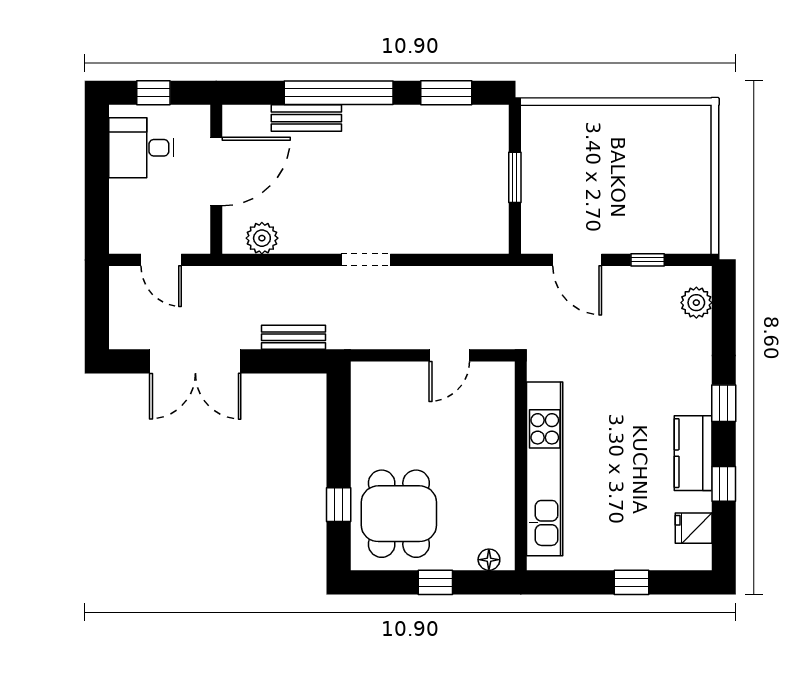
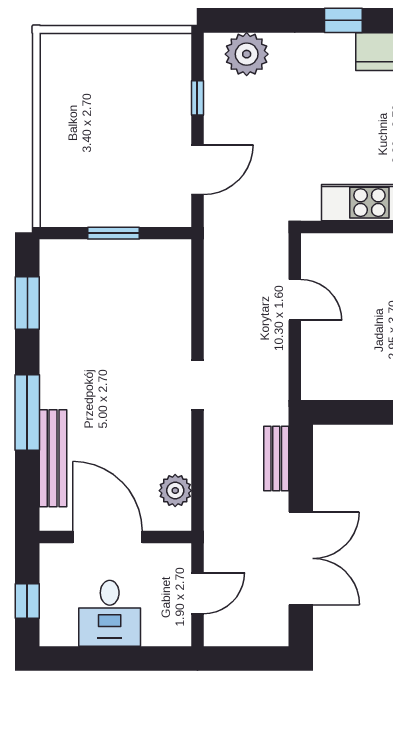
window: (339, 93) -> (27, 412), width x0.68
bench: (306, 118) -> (53, 458), width x1.36
desk: (141, 148) -> (110, 613), moved
plant: (696, 303) -> (247, 54), width x1.36, depth x1.36

